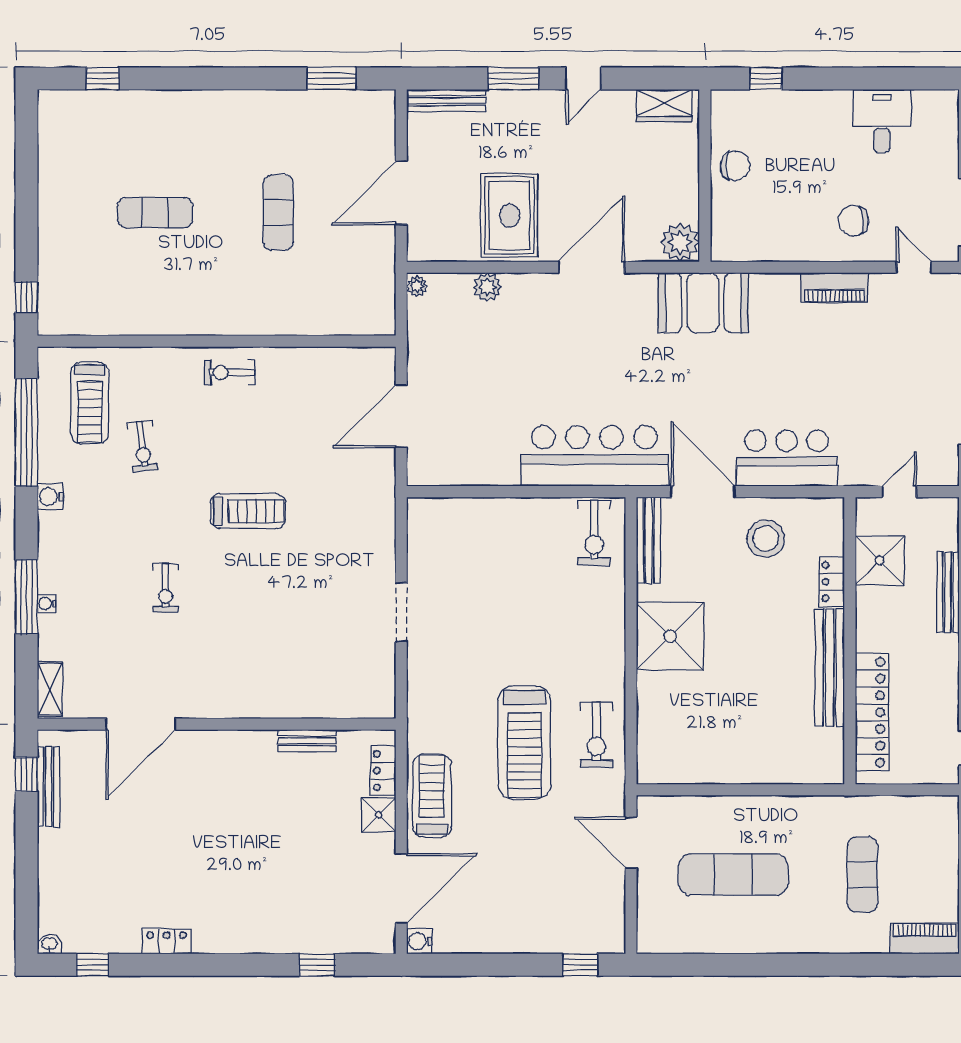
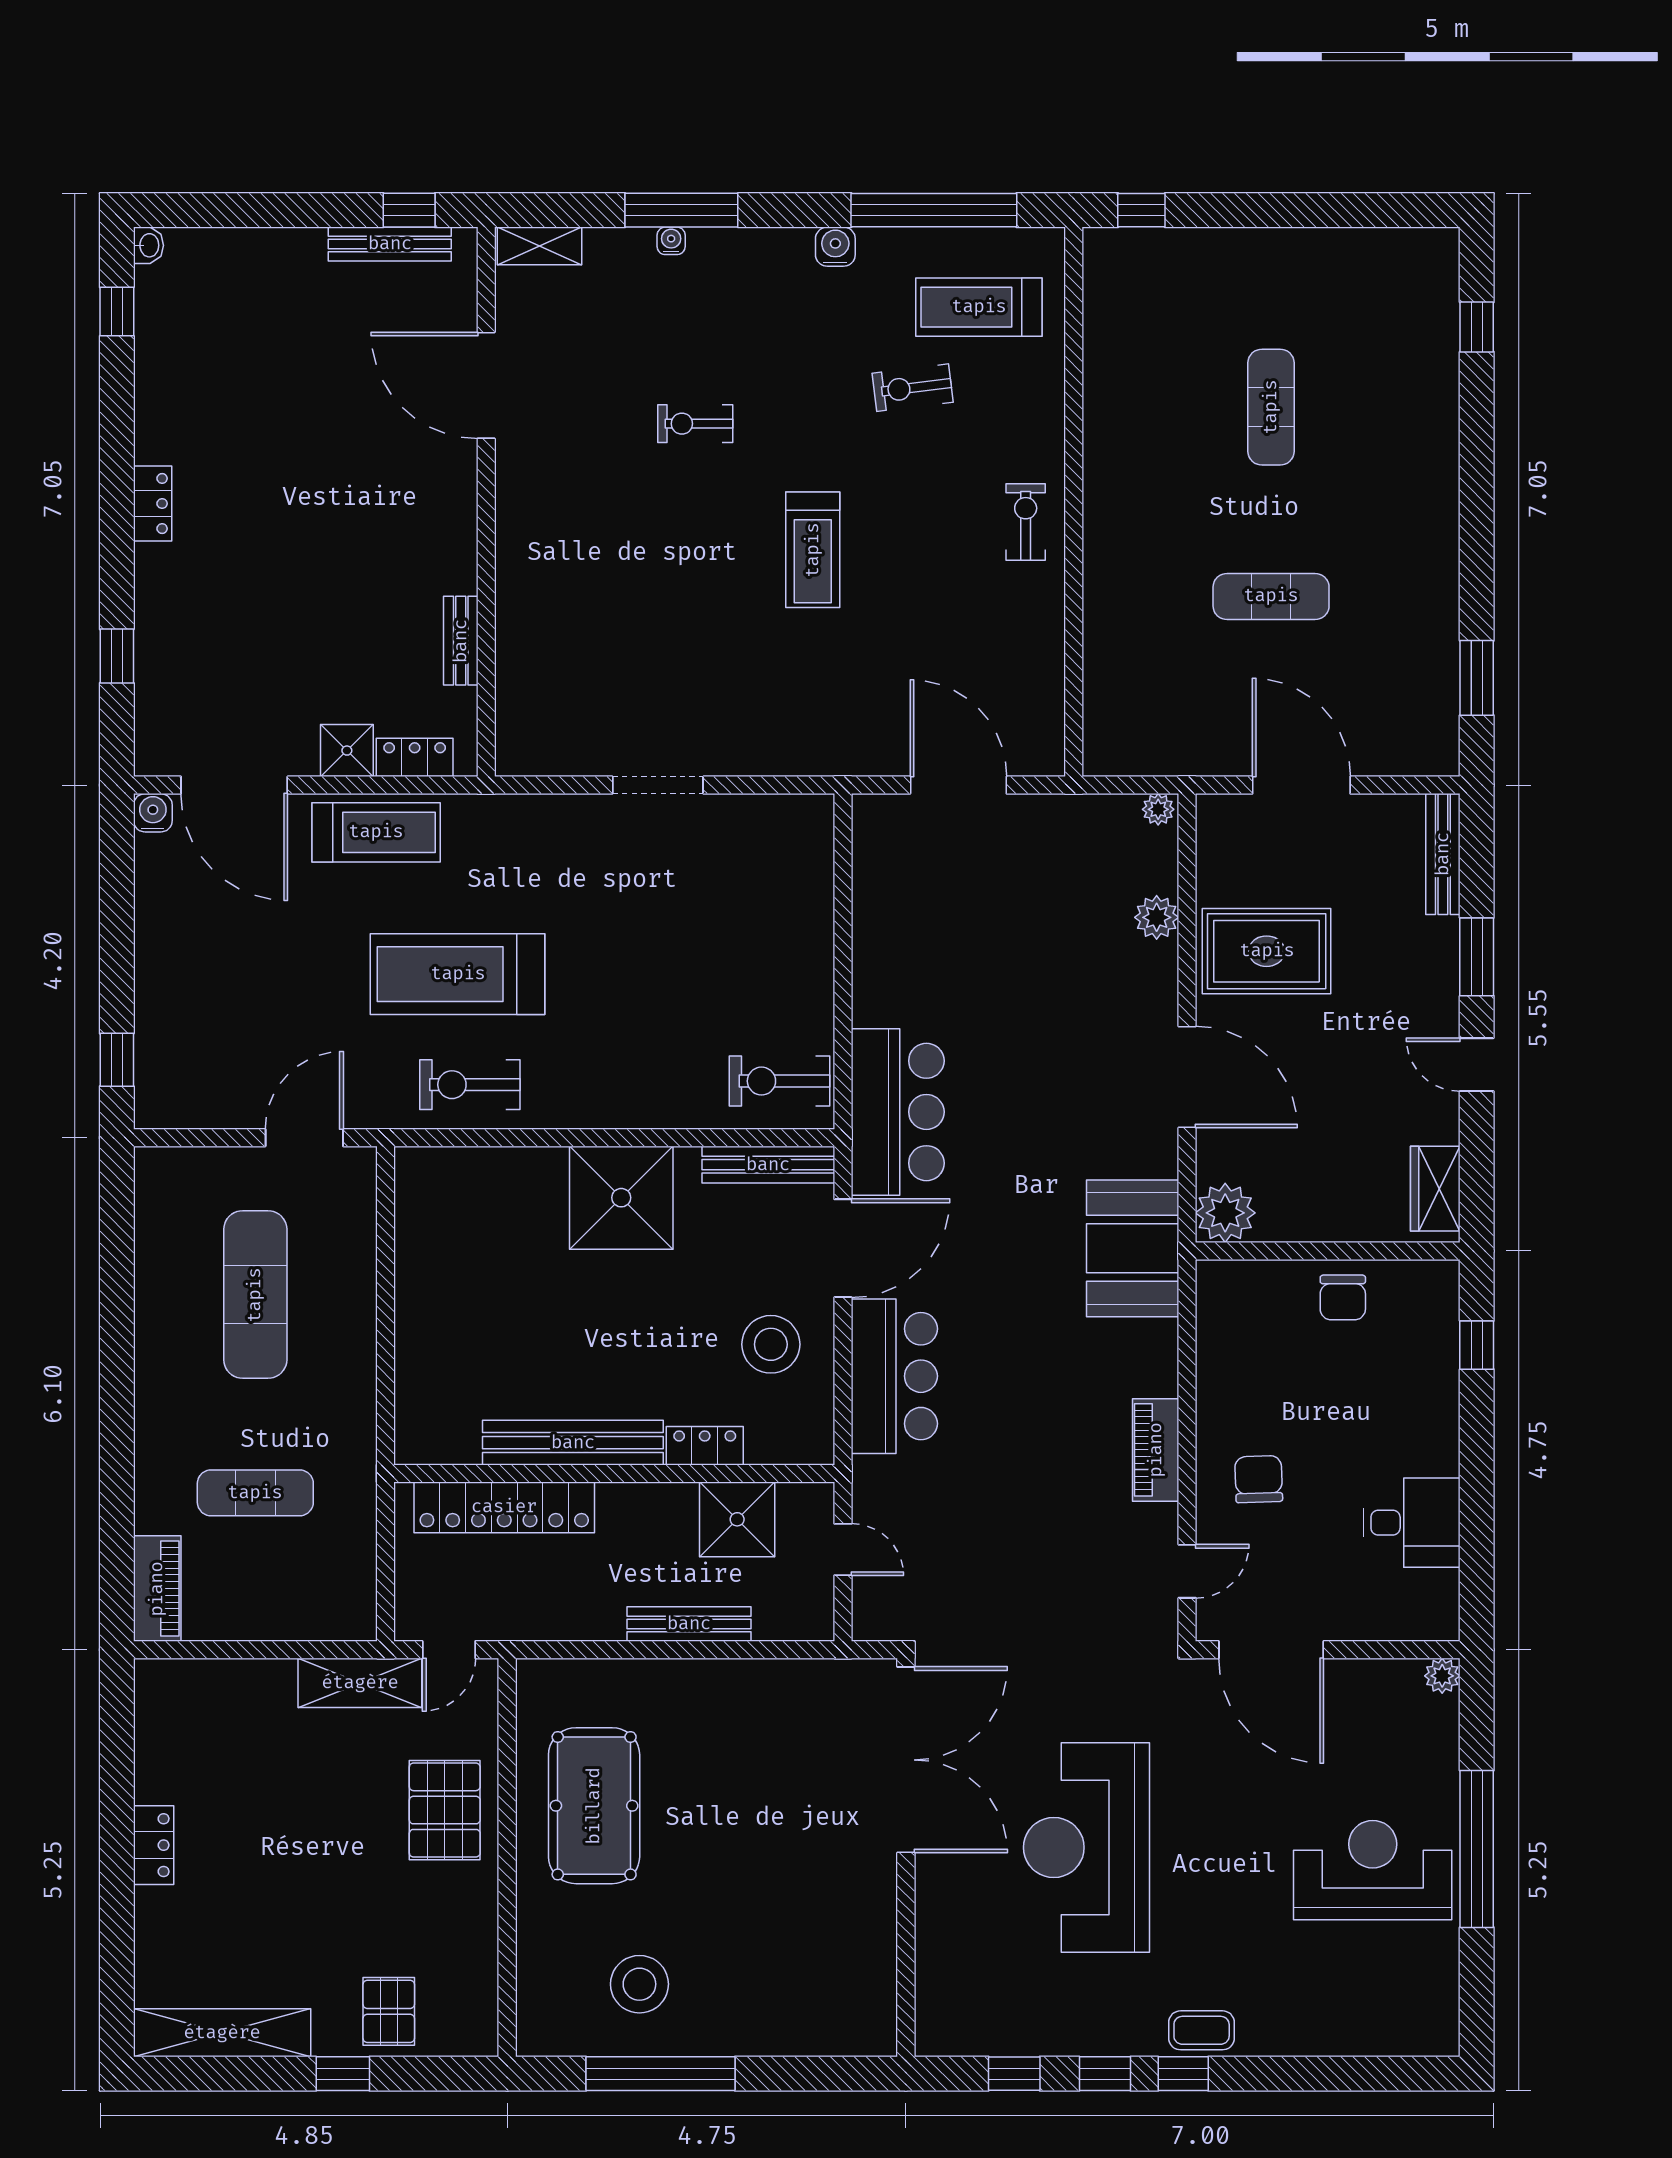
bar counter: (594, 456) -> (898, 1112), width x0.73
locker: (167, 941) -> (153, 504), moved

